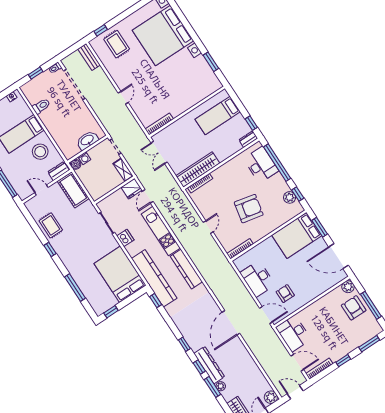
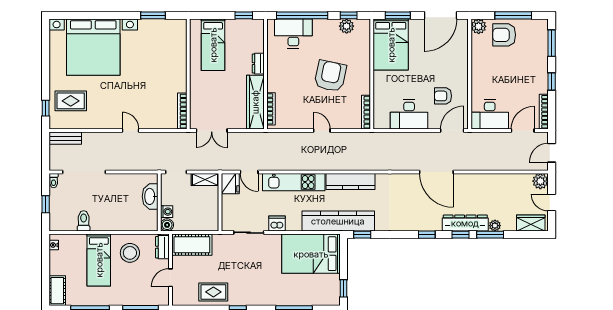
dresser: (248, 139) -> (258, 64), moved

